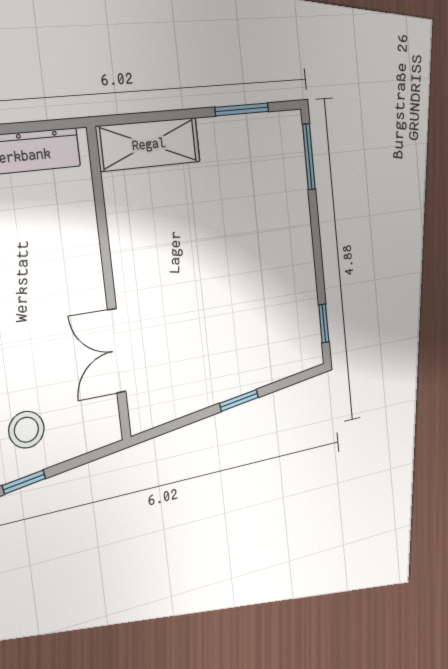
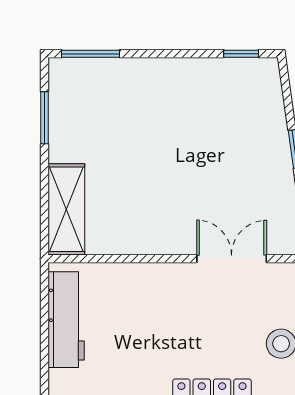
double door: (117, 351) -> (232, 259), swing flipped

